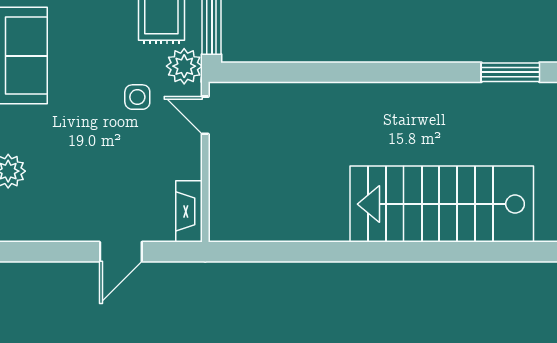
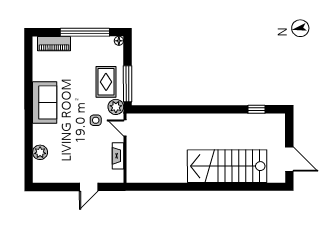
window: (510, 72) -> (257, 109), width x0.67
fireplace: (189, 211) -> (118, 156), moved

